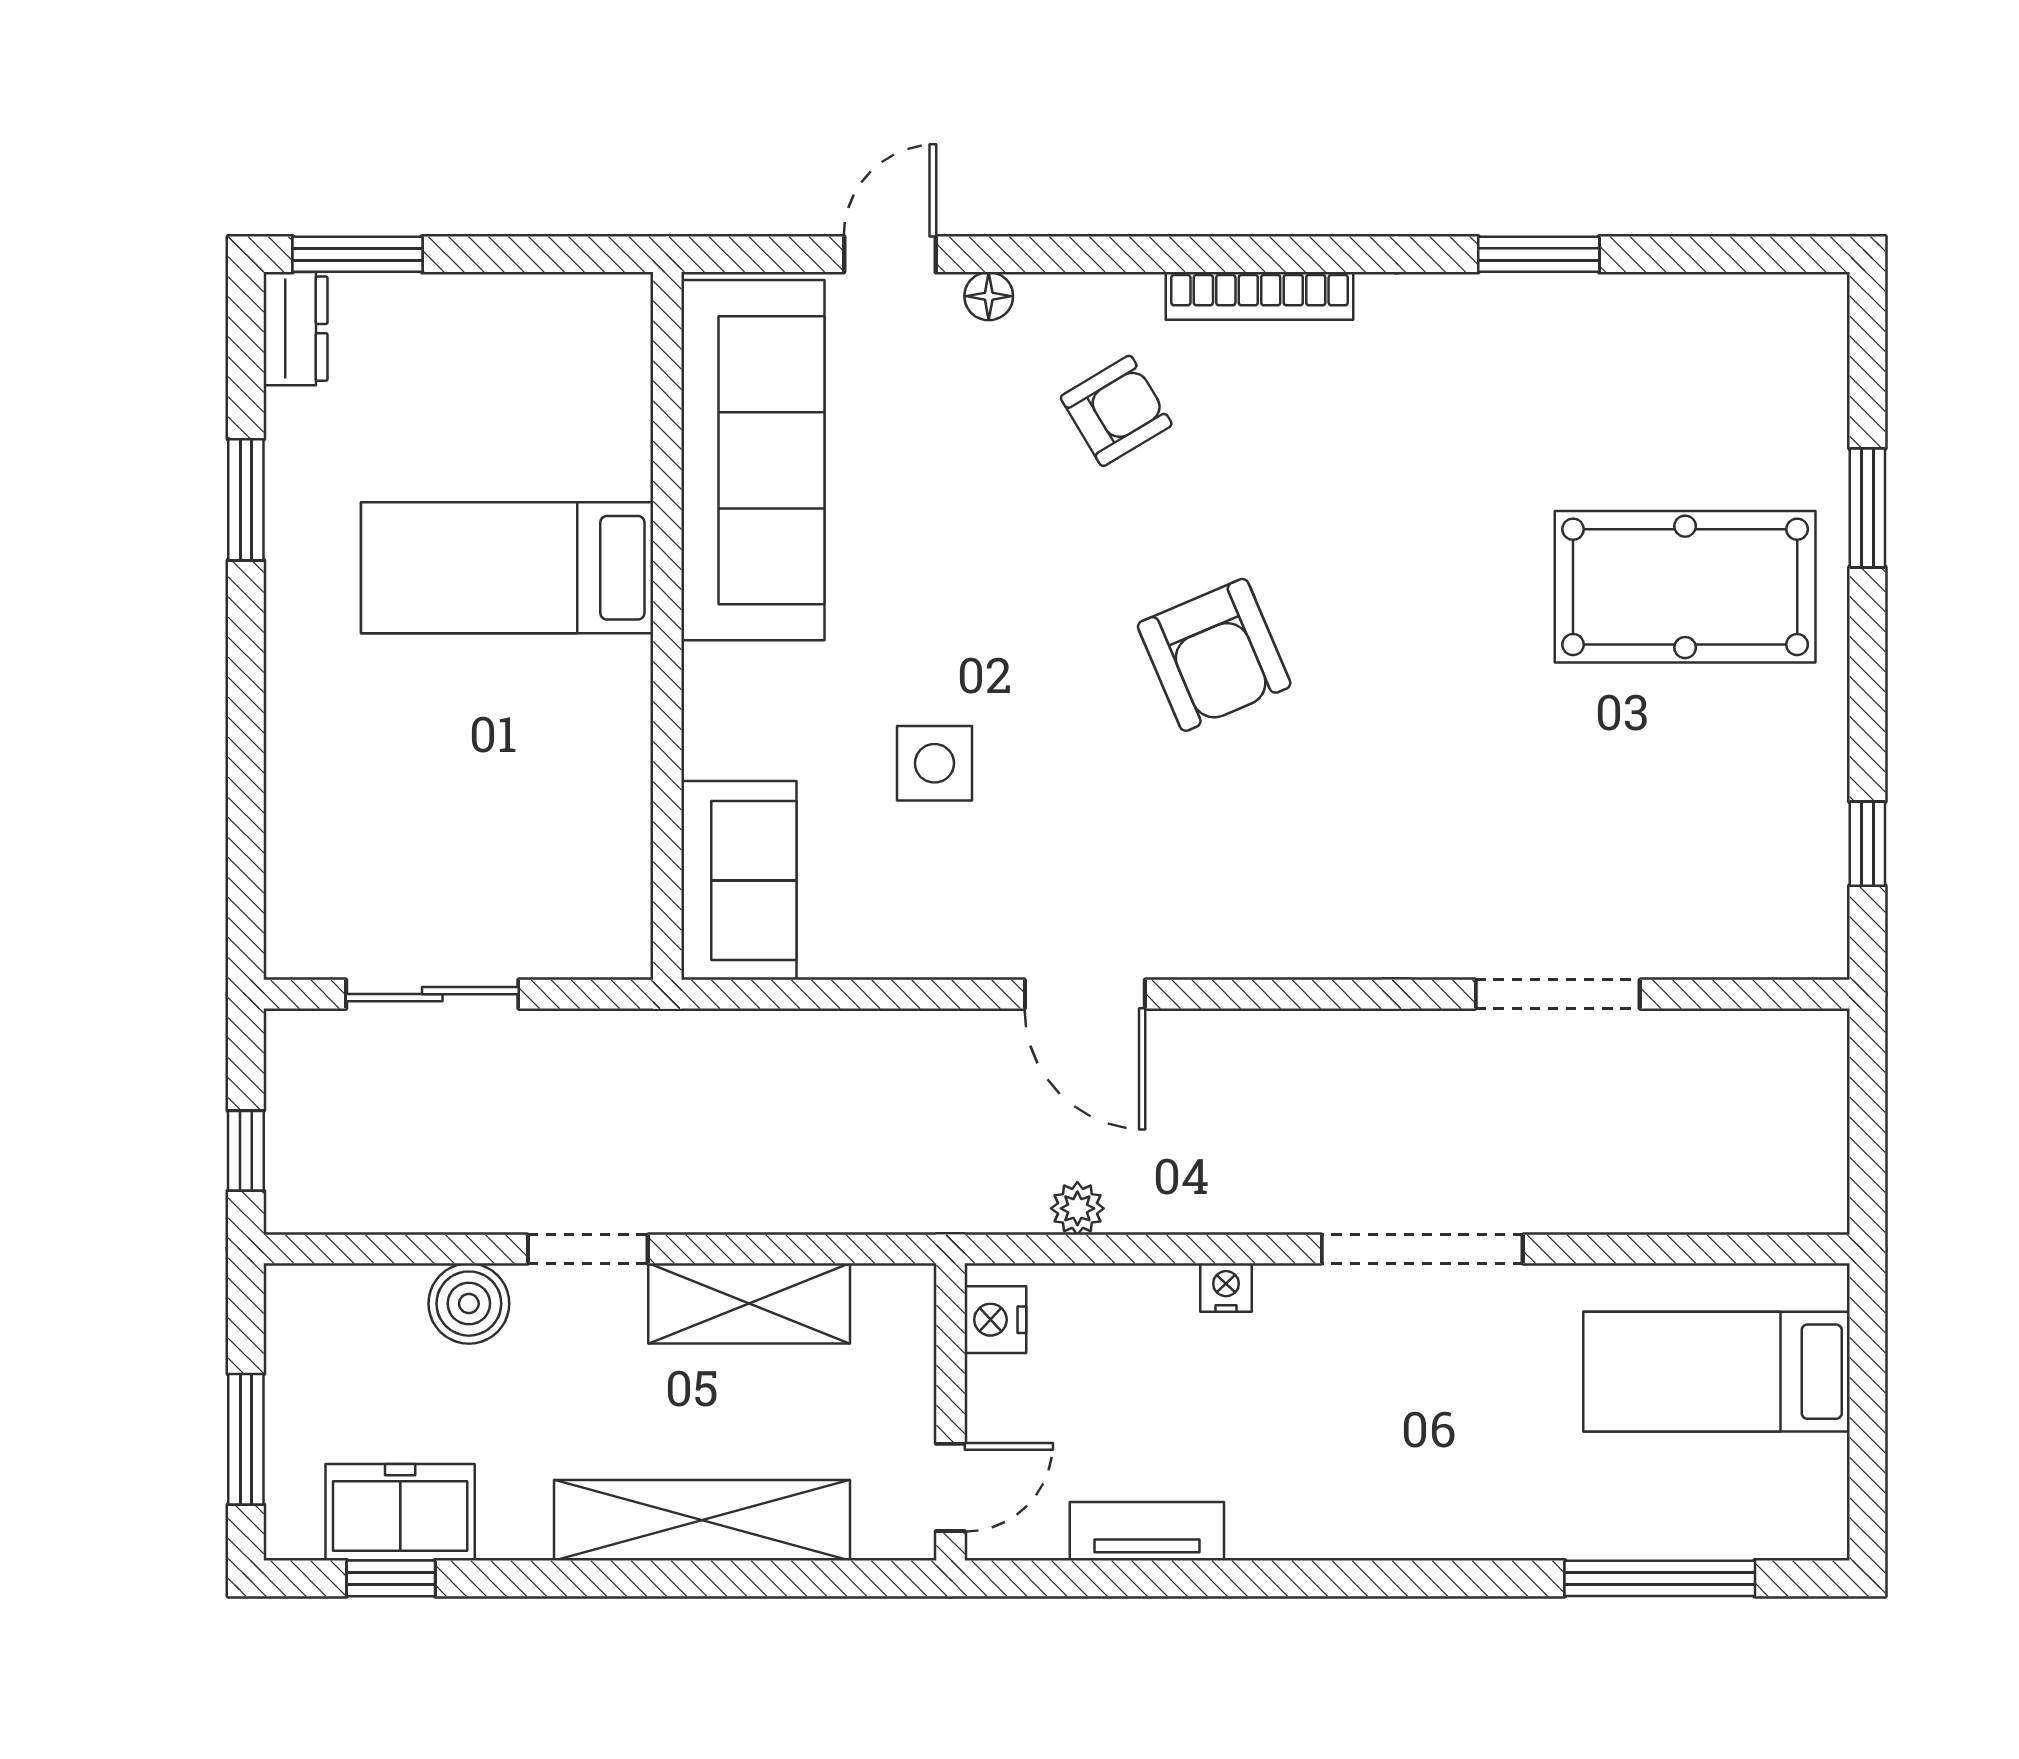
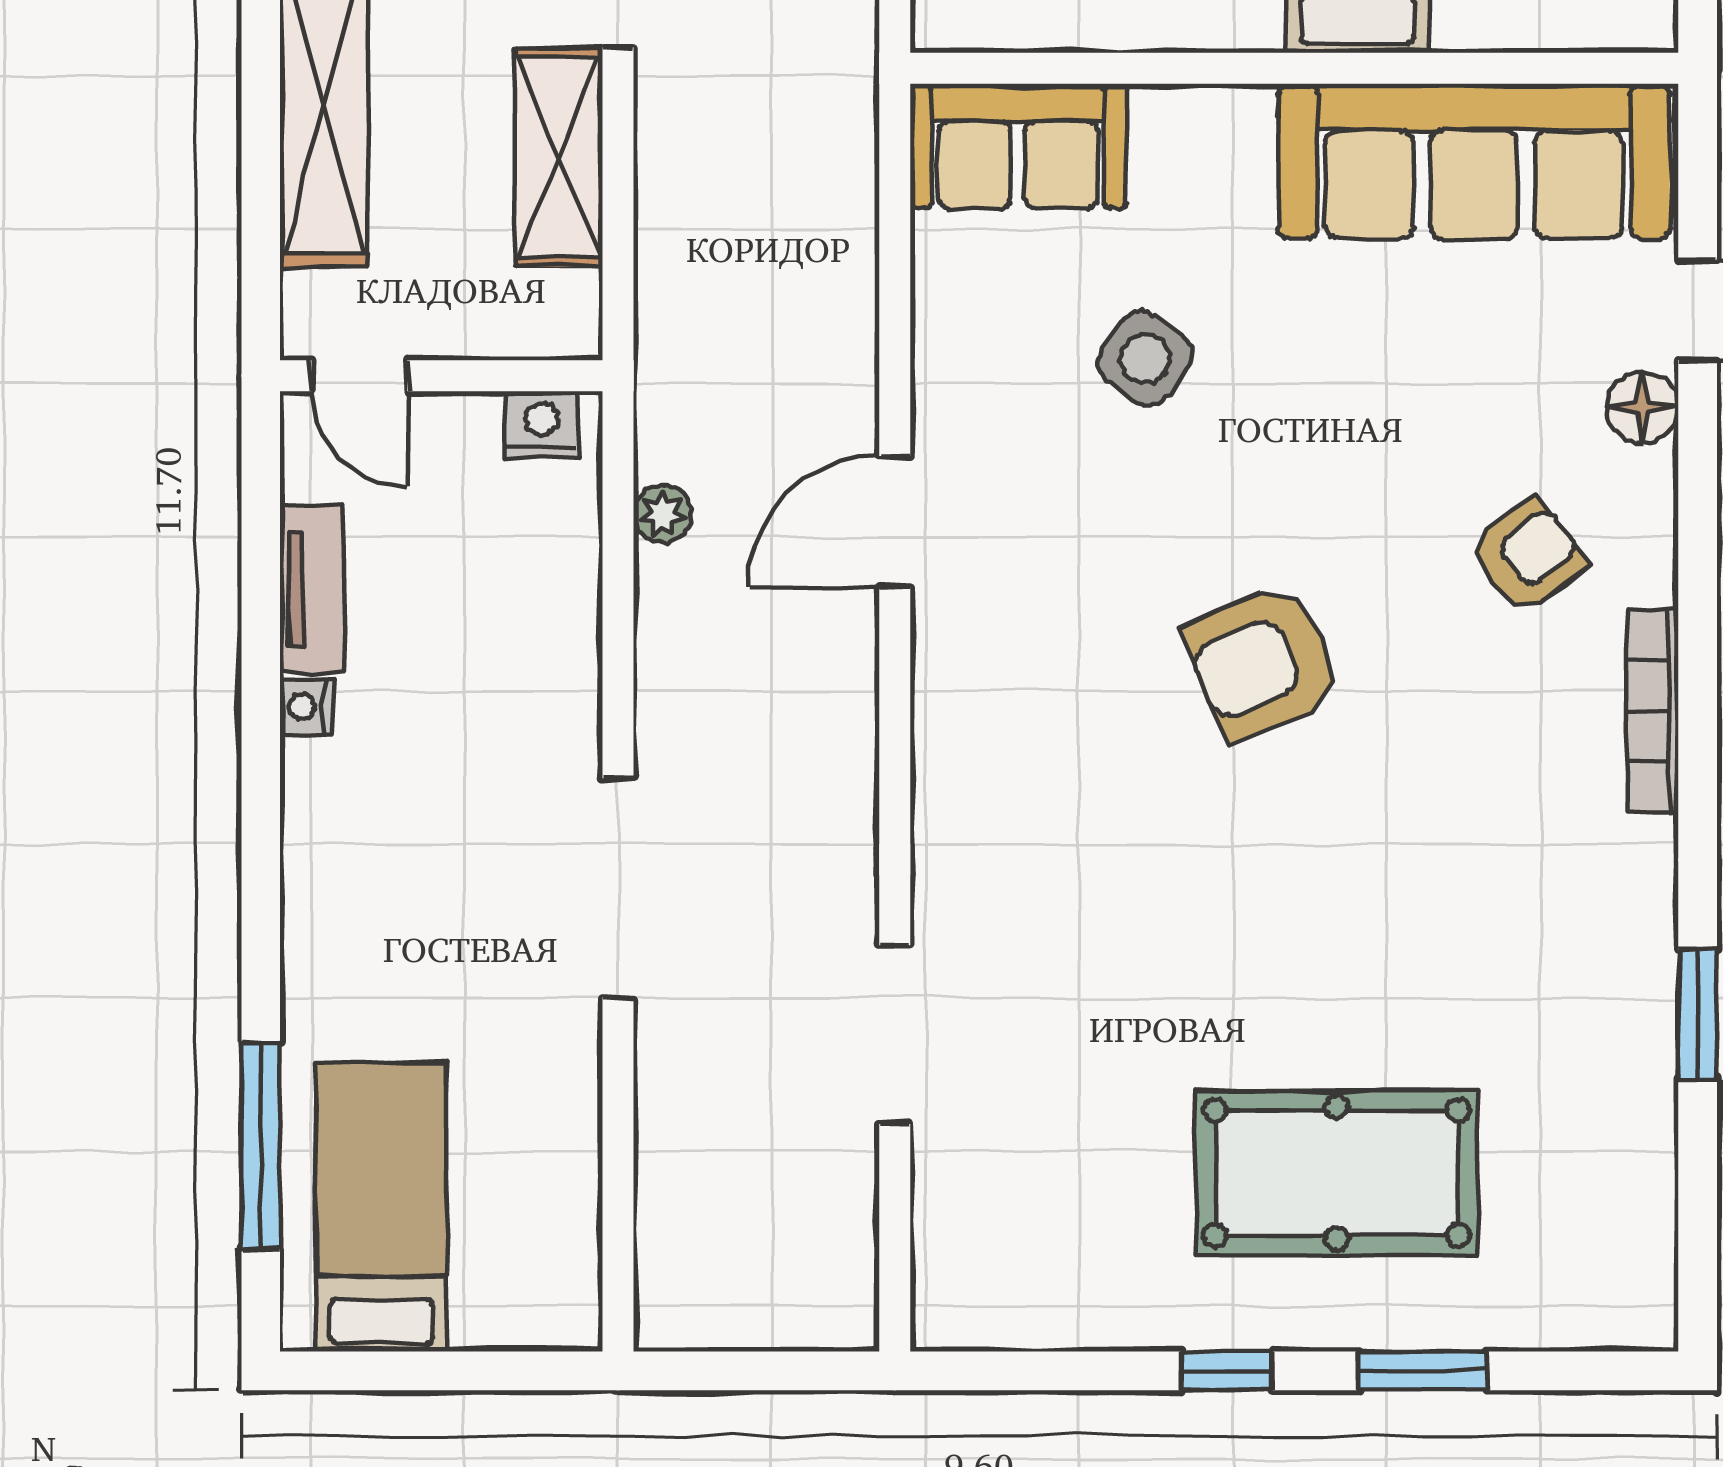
floor lamp: (989, 296) -> (1642, 407), width x1.37, depth x1.37
armchair: (1116, 411) -> (1528, 556), turned -96
pool table: (1685, 587) -> (1337, 1173), turned 90
side table: (934, 763) -> (1145, 358), turned 35
window: (1867, 844) -> (1227, 1371), moved
nightstand: (1226, 1288) -> (306, 707), moved, turned 180
bed: (1717, 1372) -> (381, 1207), moved

